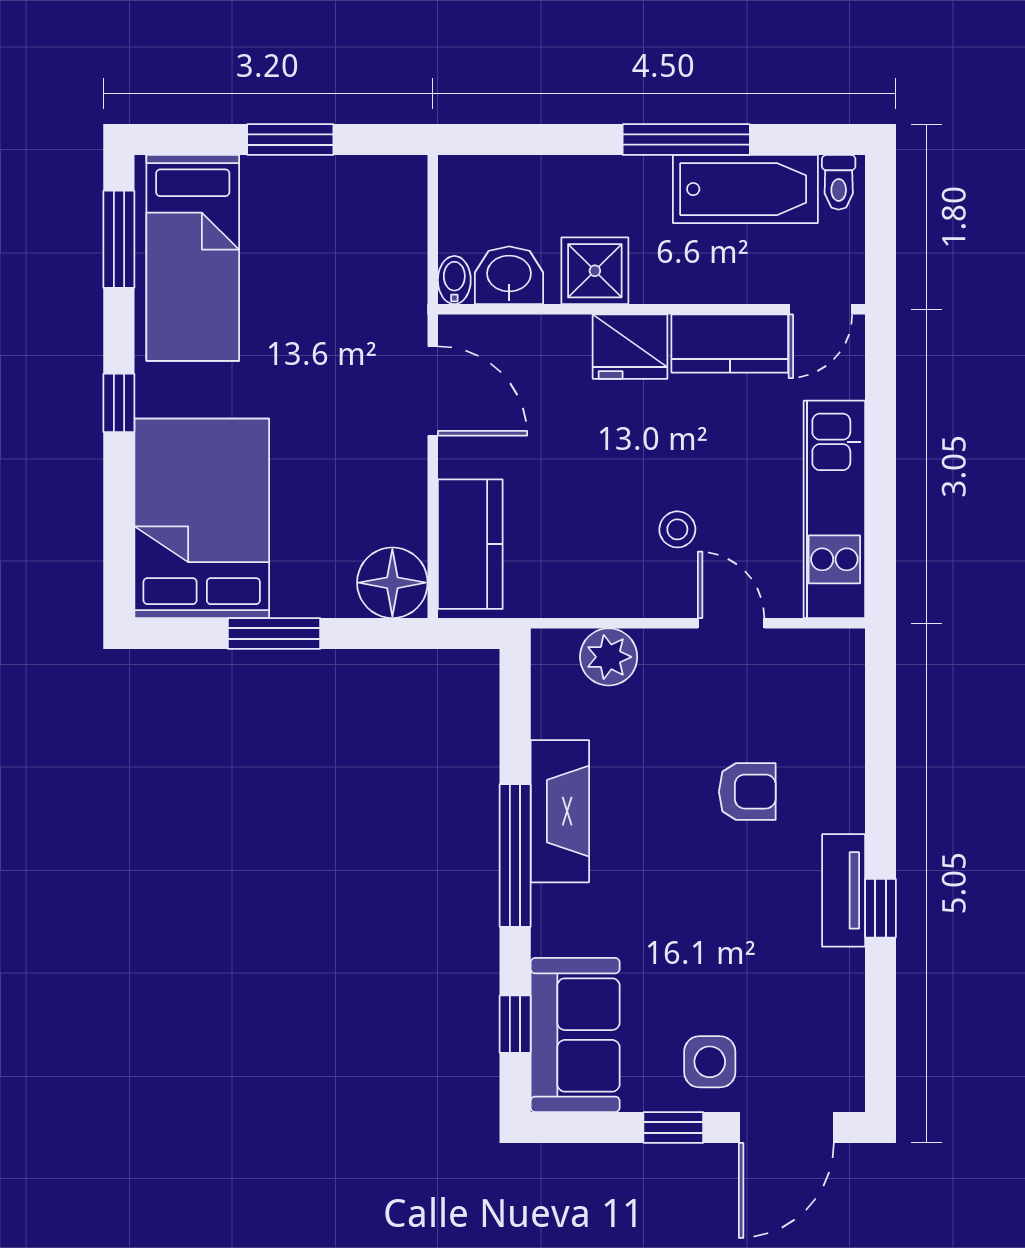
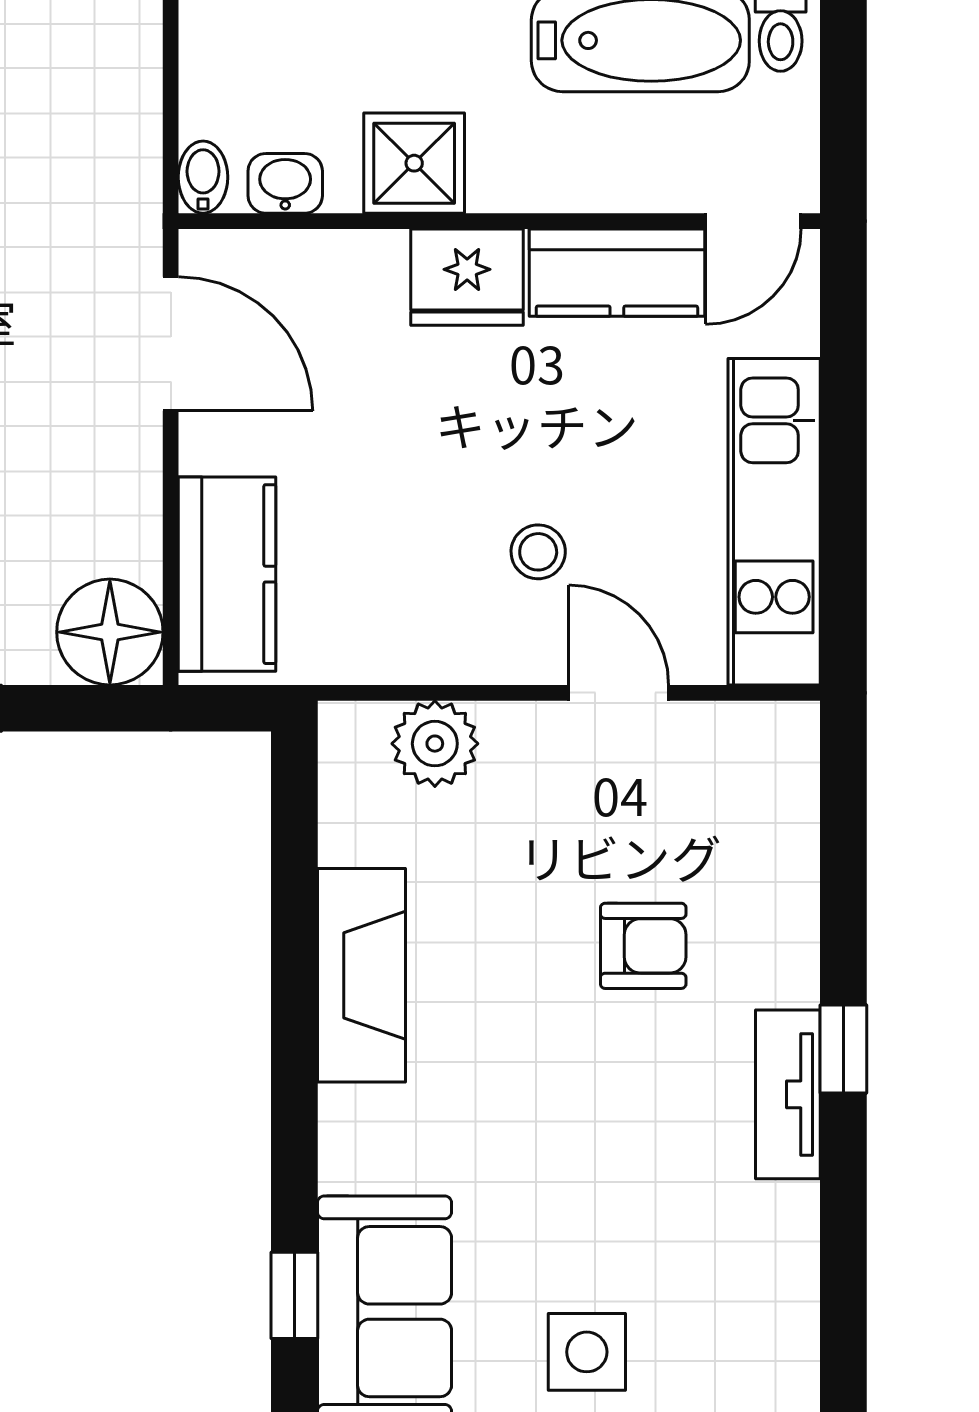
washbasin: (509, 275) -> (285, 183), width x0.72, depth x0.69
window: (515, 856) -> (294, 1042), removed
window: (880, 908) -> (843, 1049), moved

